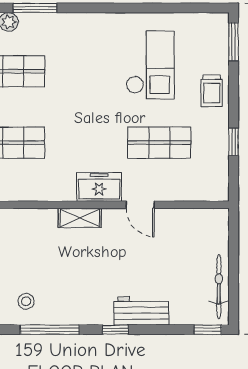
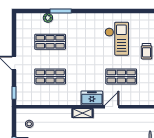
door: (140, 205) -> (112, 107), swing flipped

